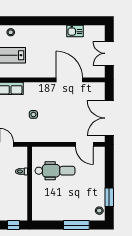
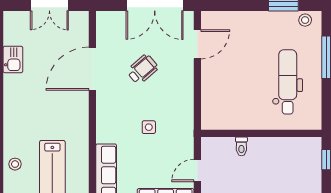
wheelchair: (69, 111) -> (142, 69), added
dental chair: (55, 171) -> (288, 82), moved

